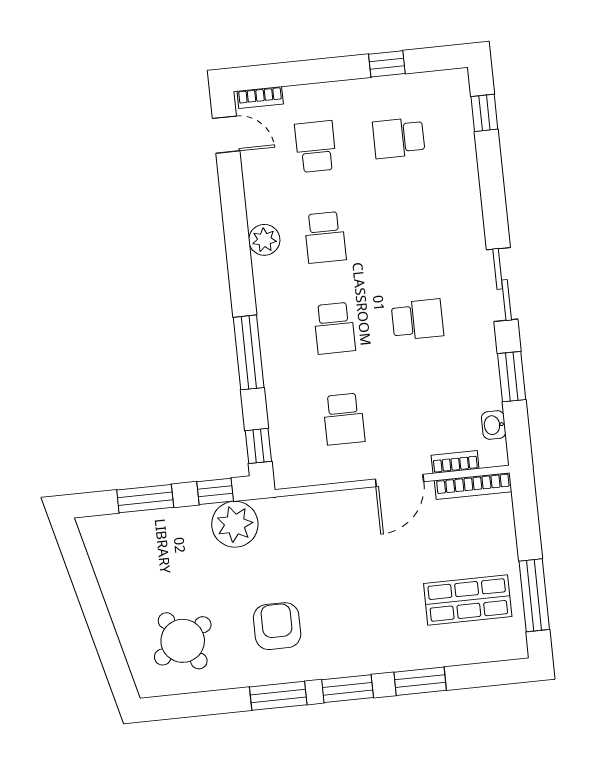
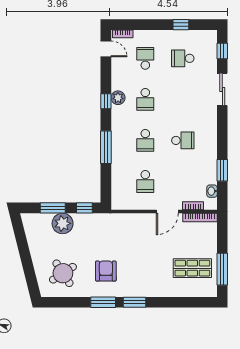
sliding door: (502, 284) -> (222, 89), moved
window: (258, 446) -> (106, 101), moved
plant: (235, 524) -> (63, 223), moved
window: (420, 681) -> (167, 302), removed

